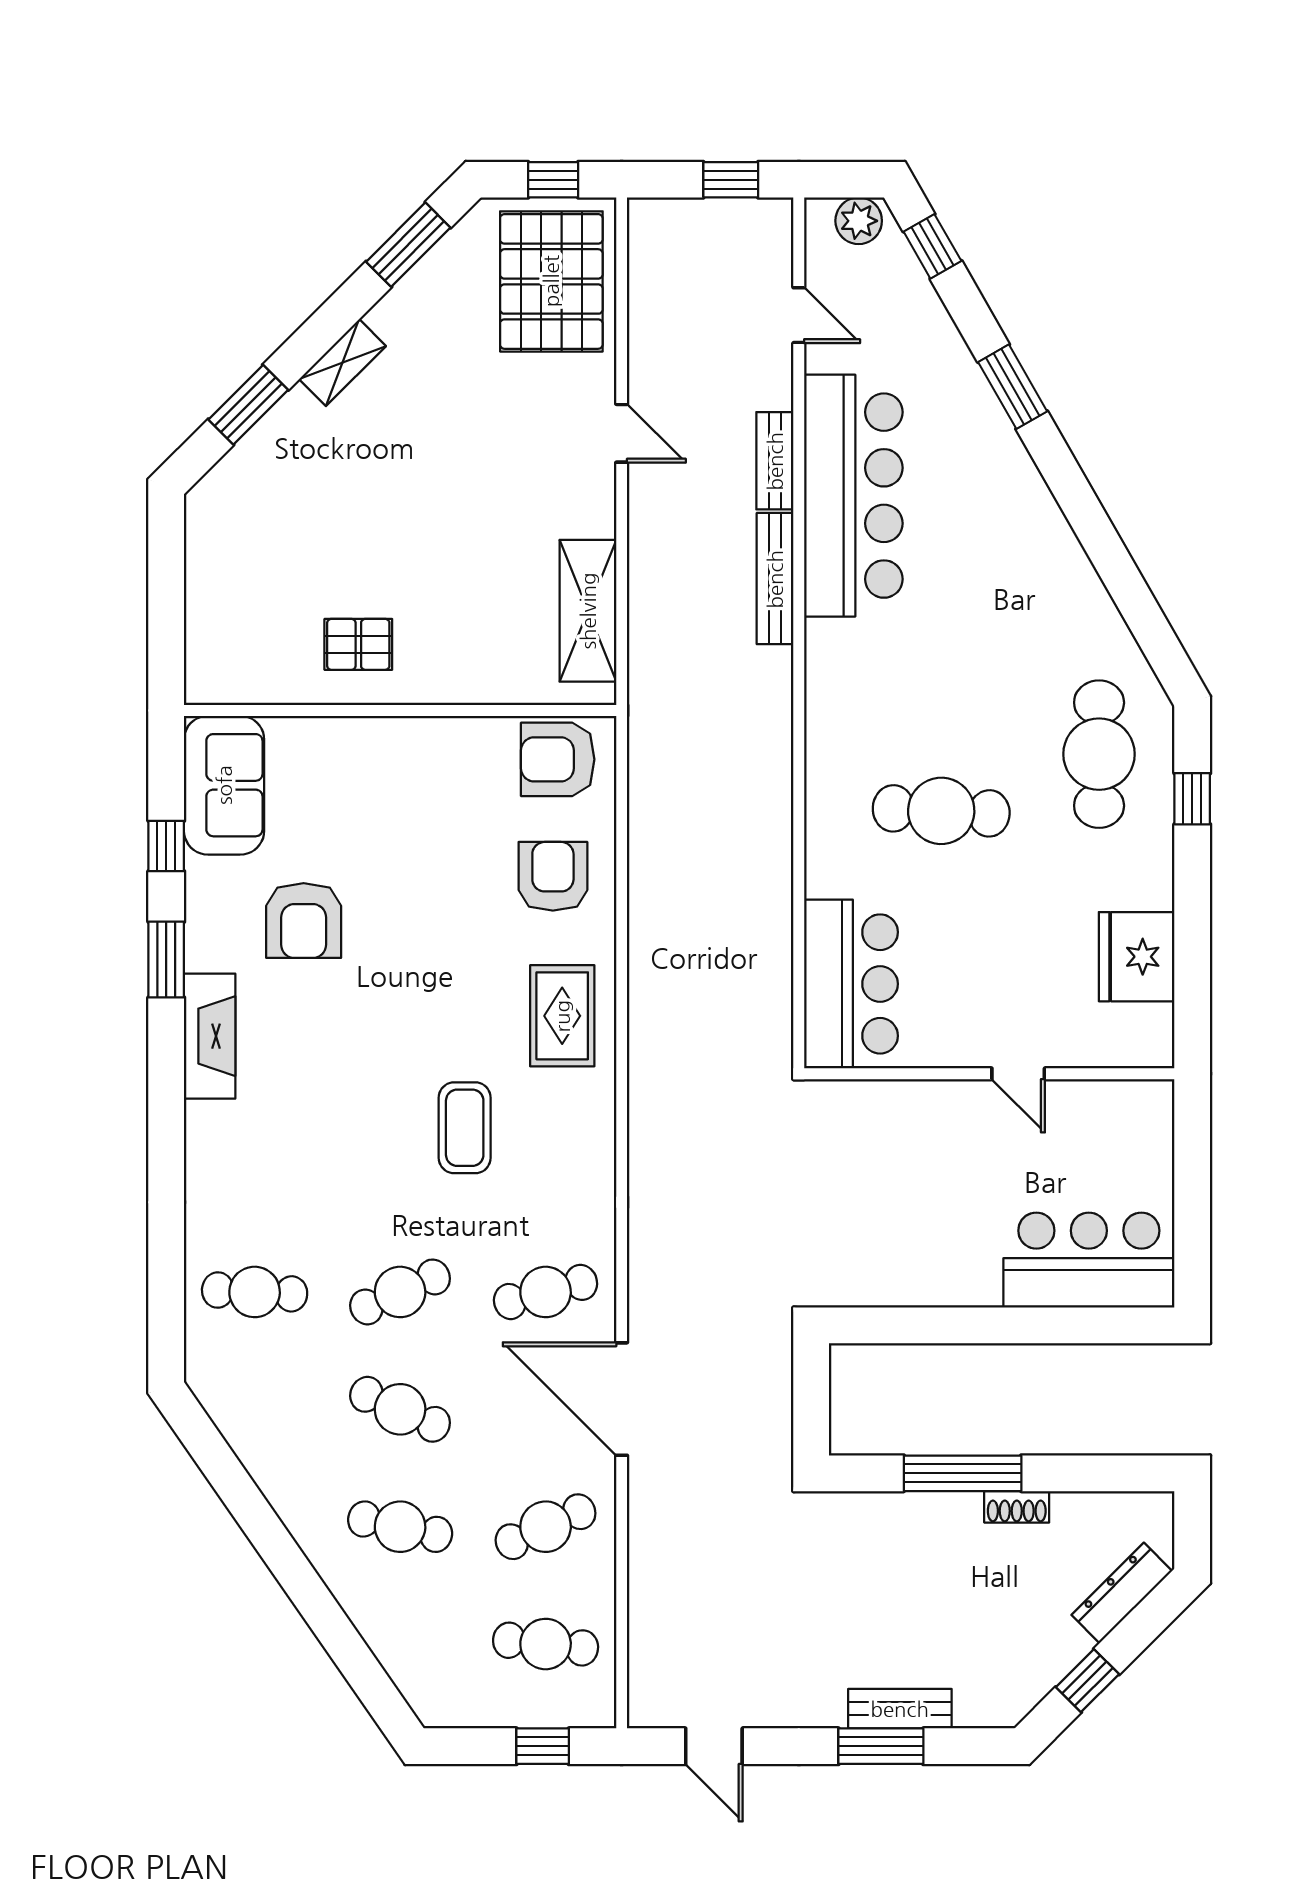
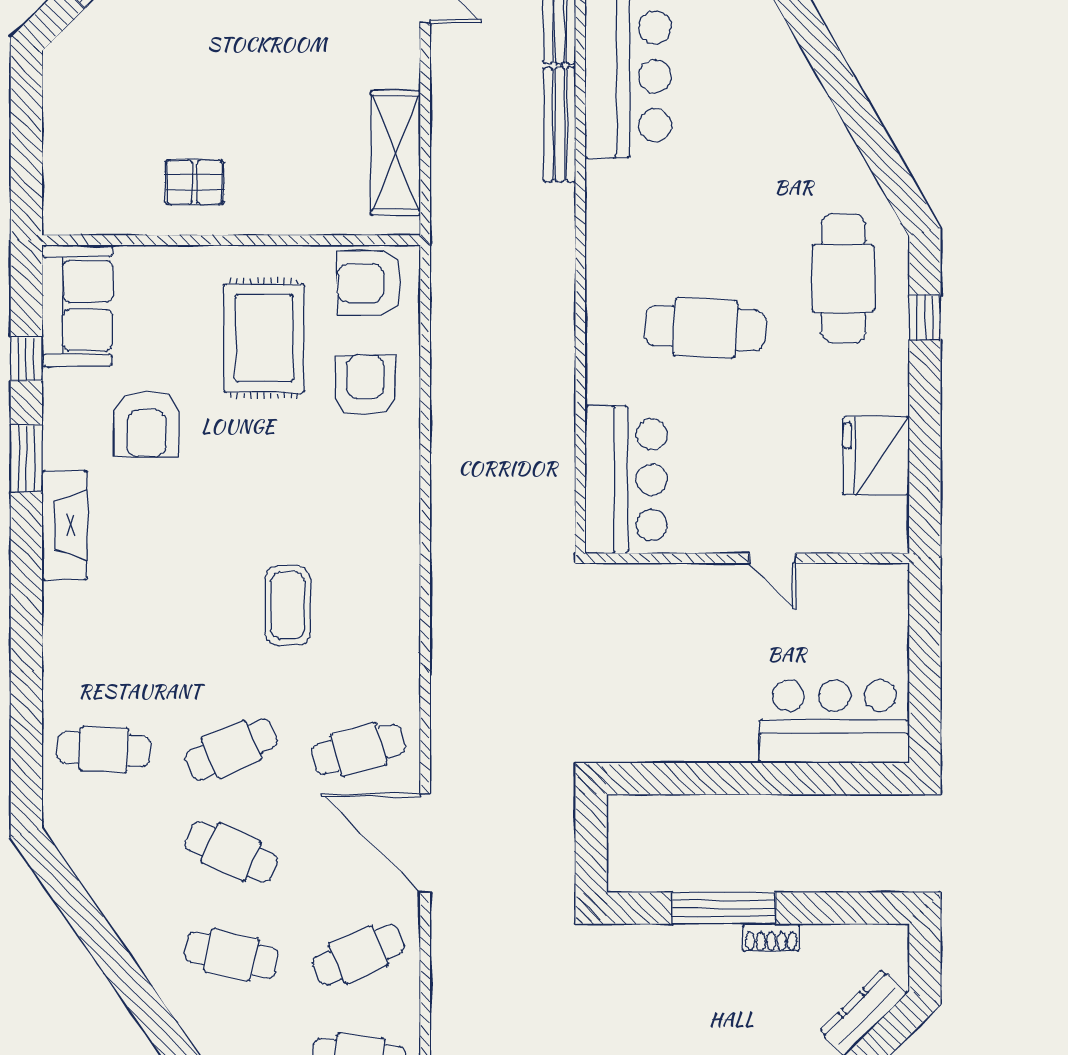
rug: (562, 1016) -> (264, 338), moved, width x1.36, depth x1.43

